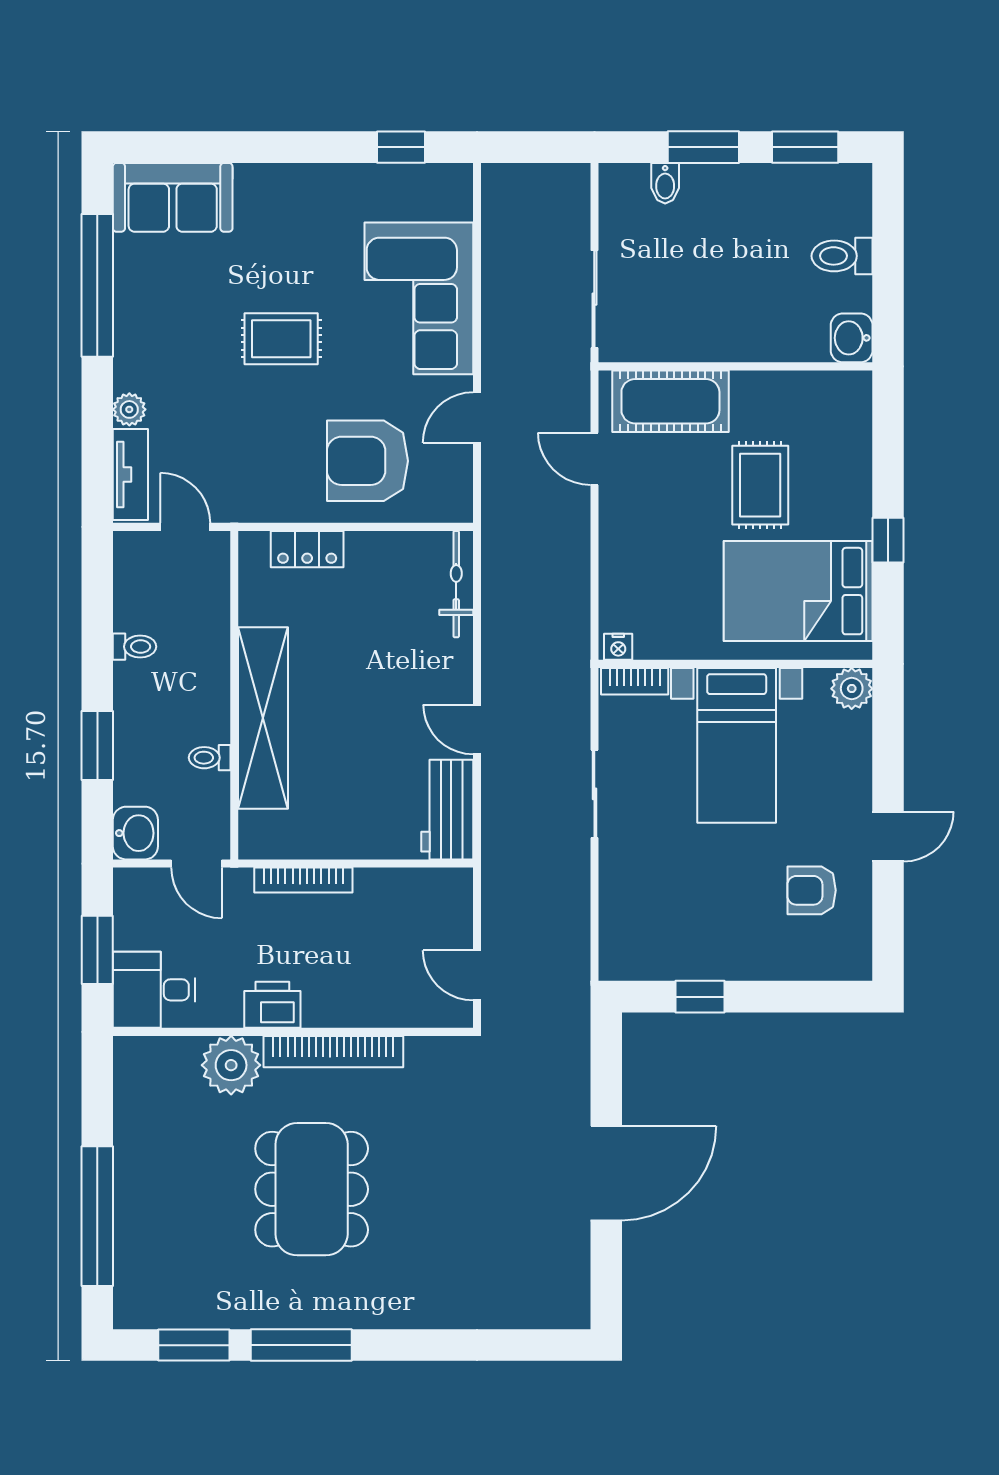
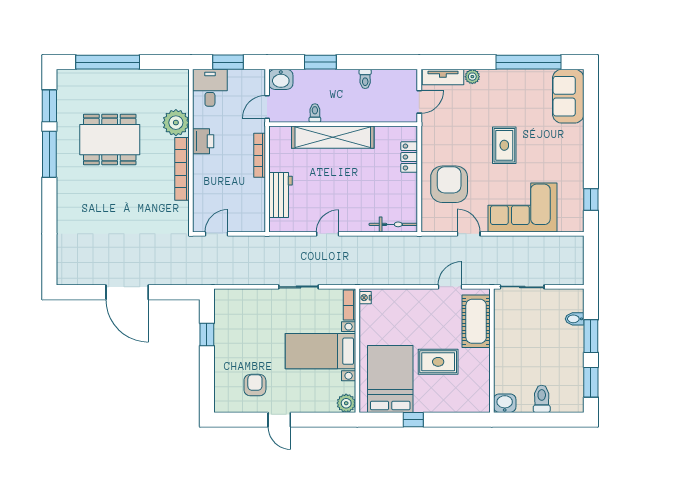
workbench: (447, 810) -> (280, 195), moved, turned 90
dining table: (312, 1189) -> (110, 140), moved

